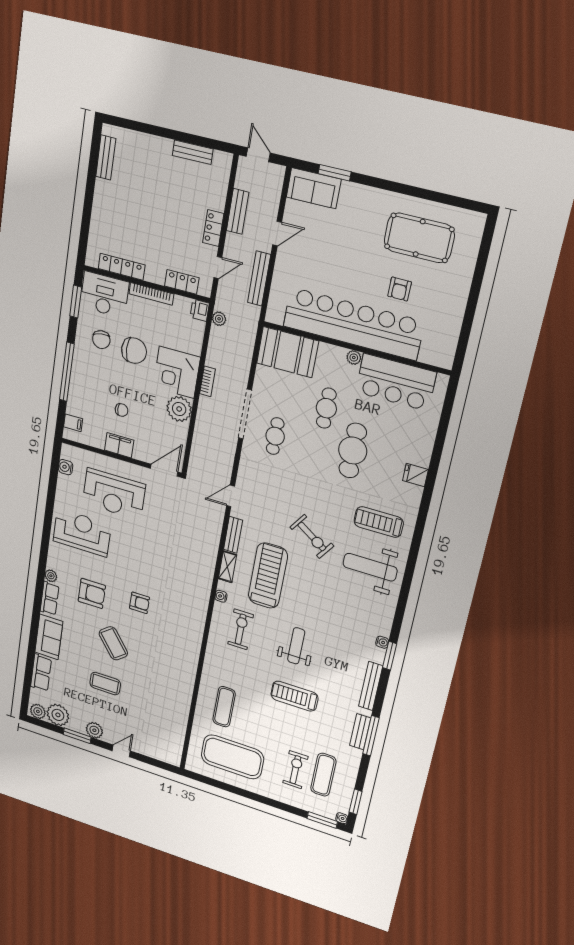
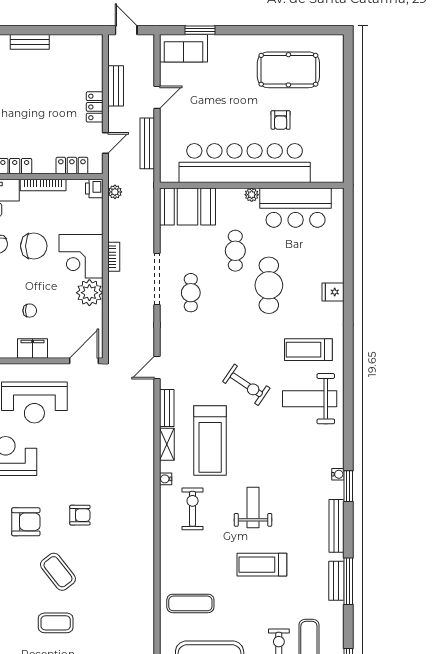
bench: (193, 152) -> (30, 42), moved
treadmill: (268, 576) -> (210, 440), turned 180
exercise mat: (224, 707) -> (190, 603), turned 90

